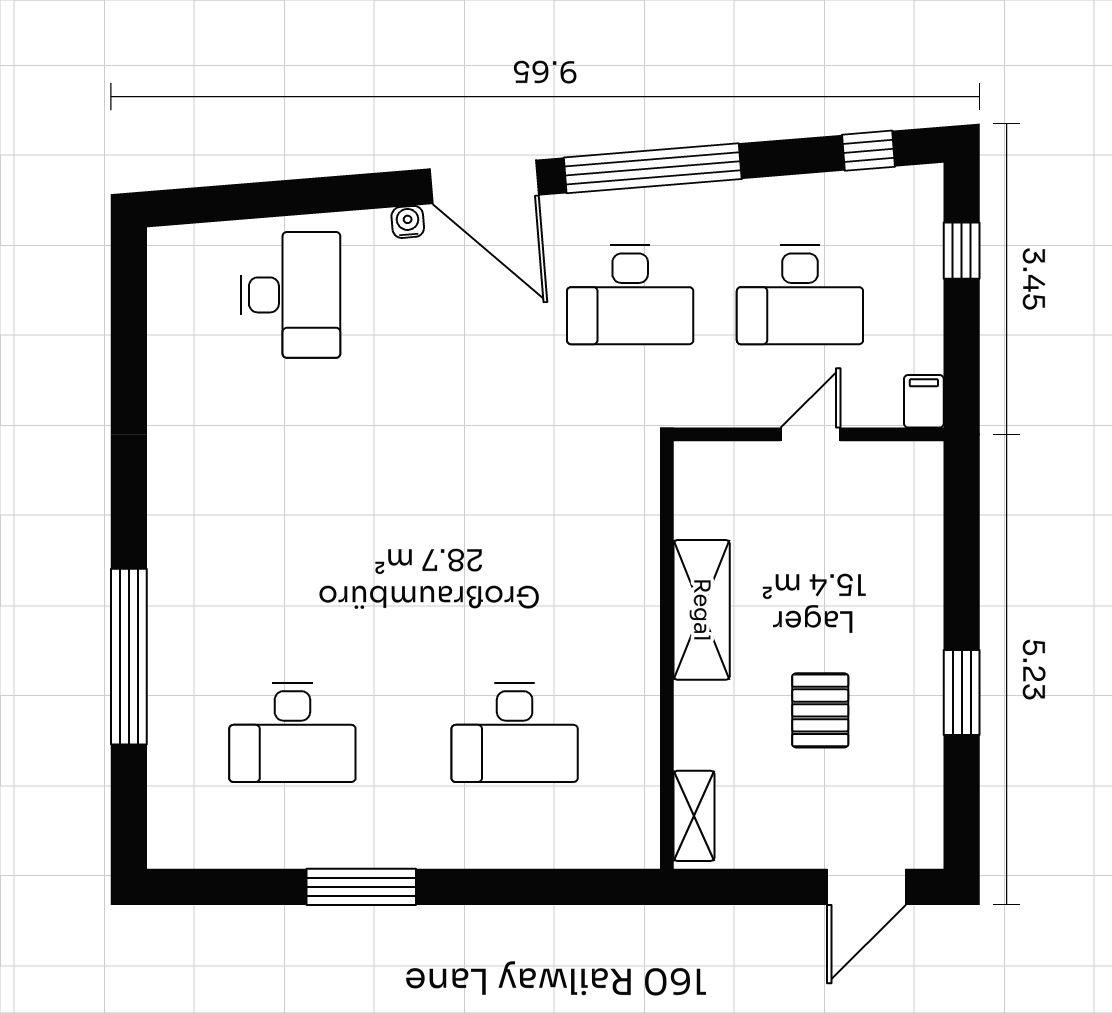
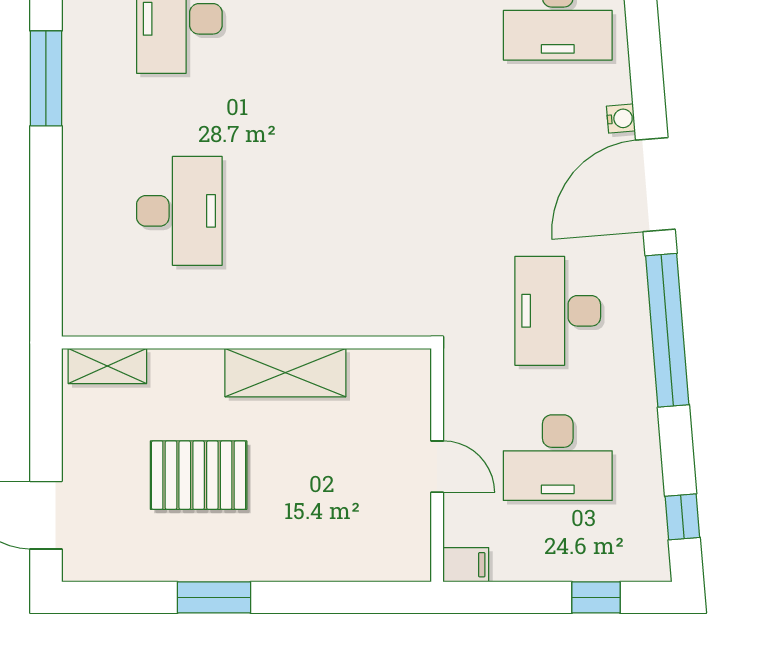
desk: (800, 295) -> (558, 458), turned -90
pallet: (820, 710) -> (199, 475), width x1.50, depth x1.42
desk: (515, 733) -> (179, 211), turned 180

